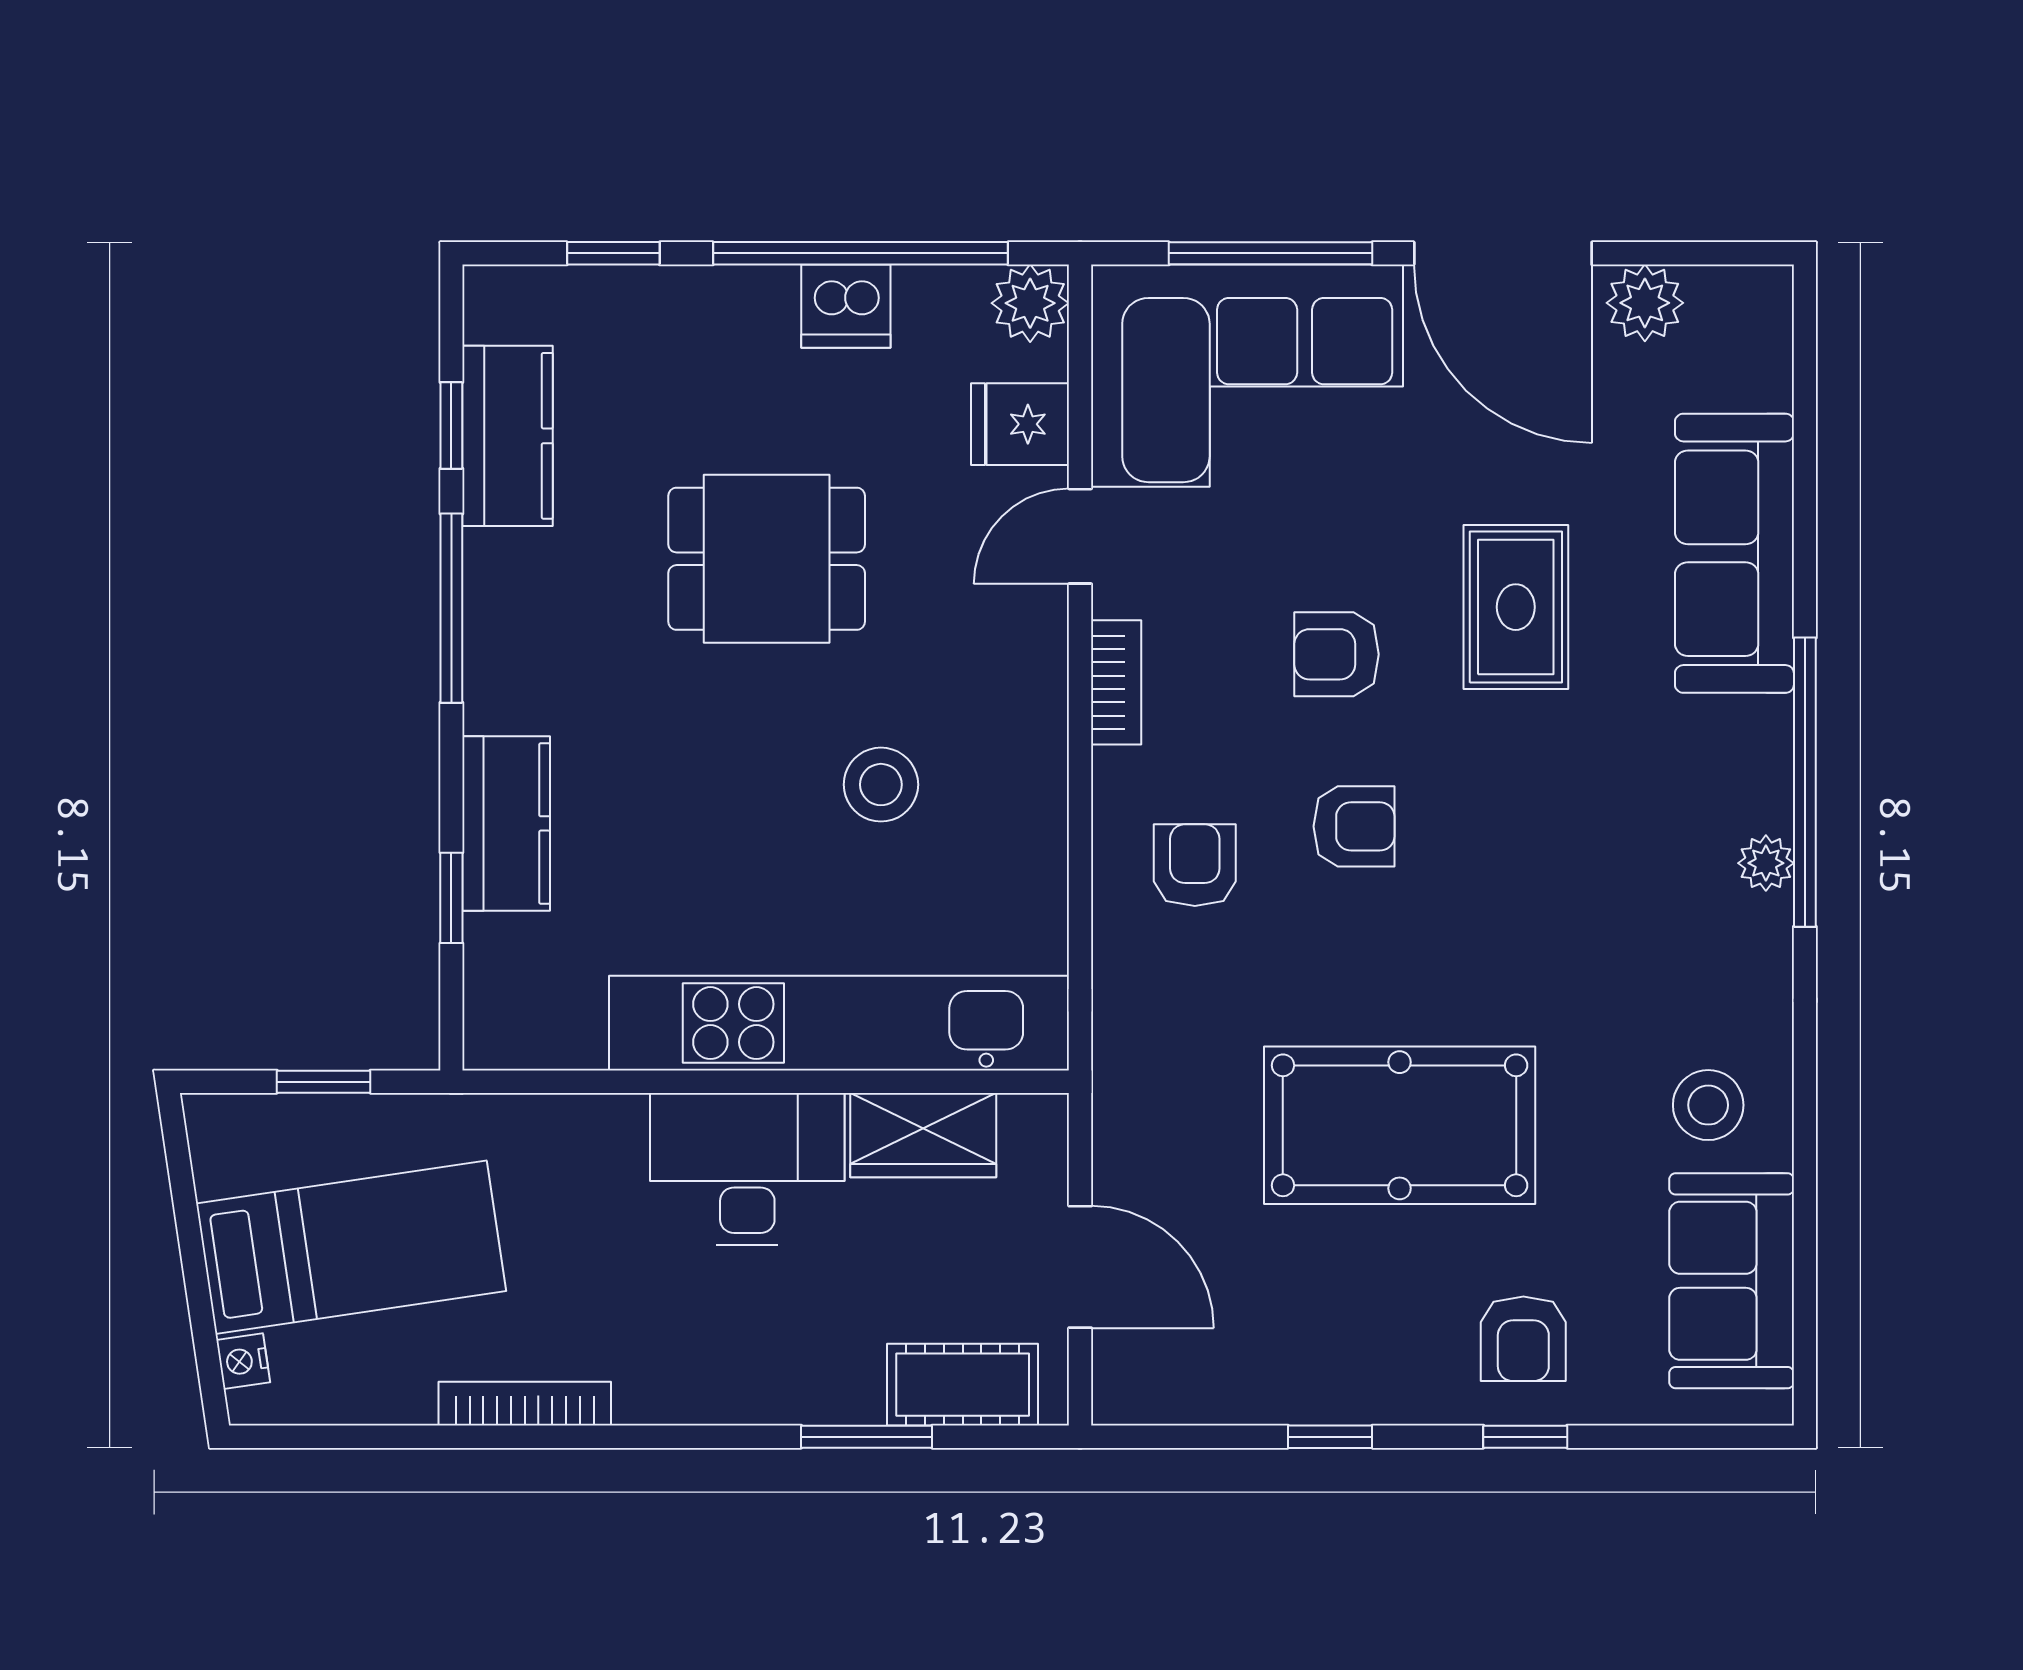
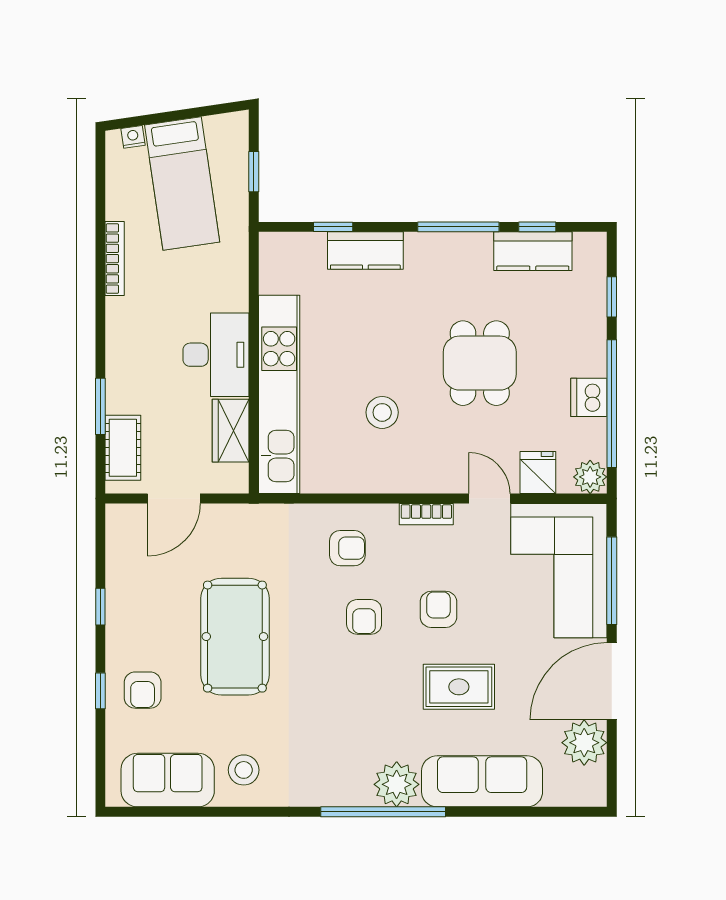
plant: (1645, 303) -> (584, 743), width x1.36, depth x1.36
plant: (1766, 863) -> (397, 784), moved, width x1.87, depth x1.87
armchair: (1523, 1339) -> (143, 690), turned -90

